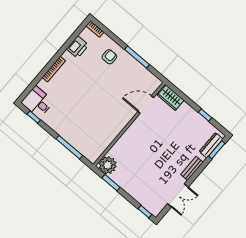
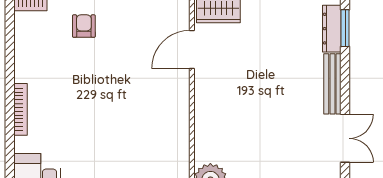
printer: (78, 47) -> (27, 50), removed
bench: (192, 168) -> (332, 84), width x1.36

